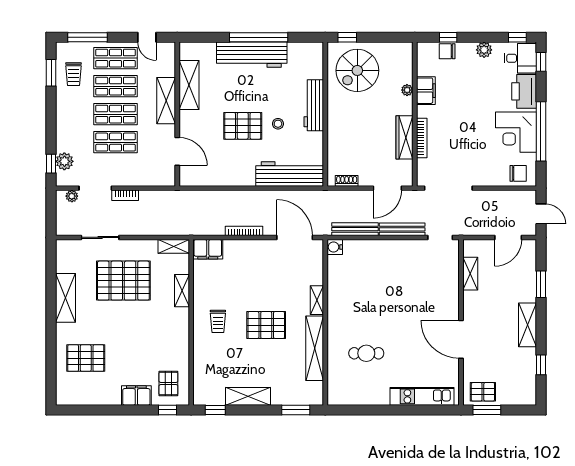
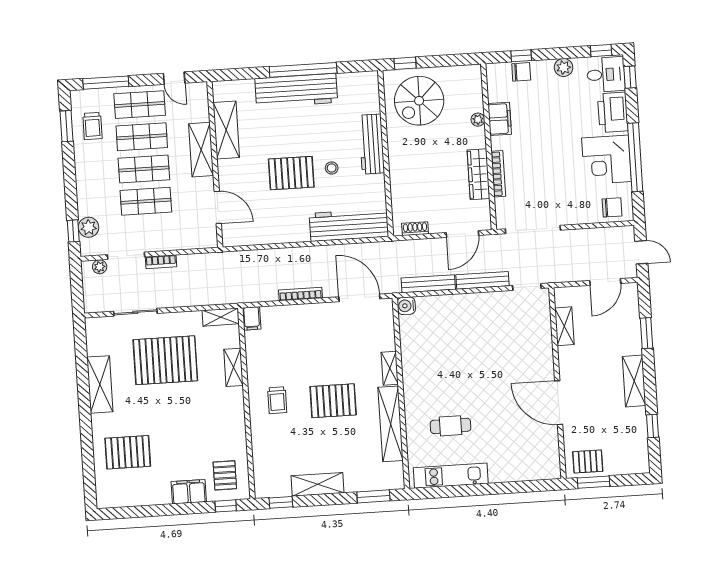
chair: (447, 51) -> (521, 72), turned 180
filing cabinet: (208, 249) -> (252, 318), width x0.50
kitchen unit: (422, 396) -> (451, 476), moved

